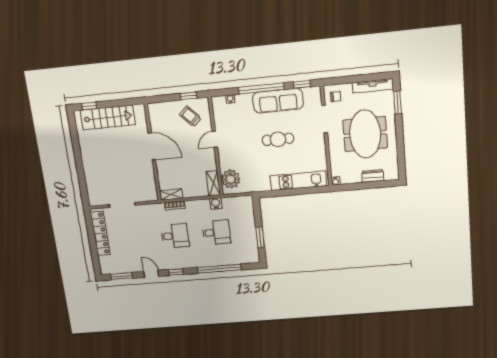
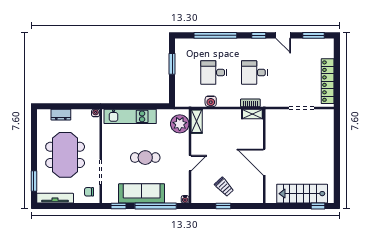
door: (215, 139) -> (190, 163), moved
wall: (216, 147) -> (190, 156), moved
plant: (231, 179) -> (180, 124), moved
shelving: (213, 183) -> (197, 121), moved

